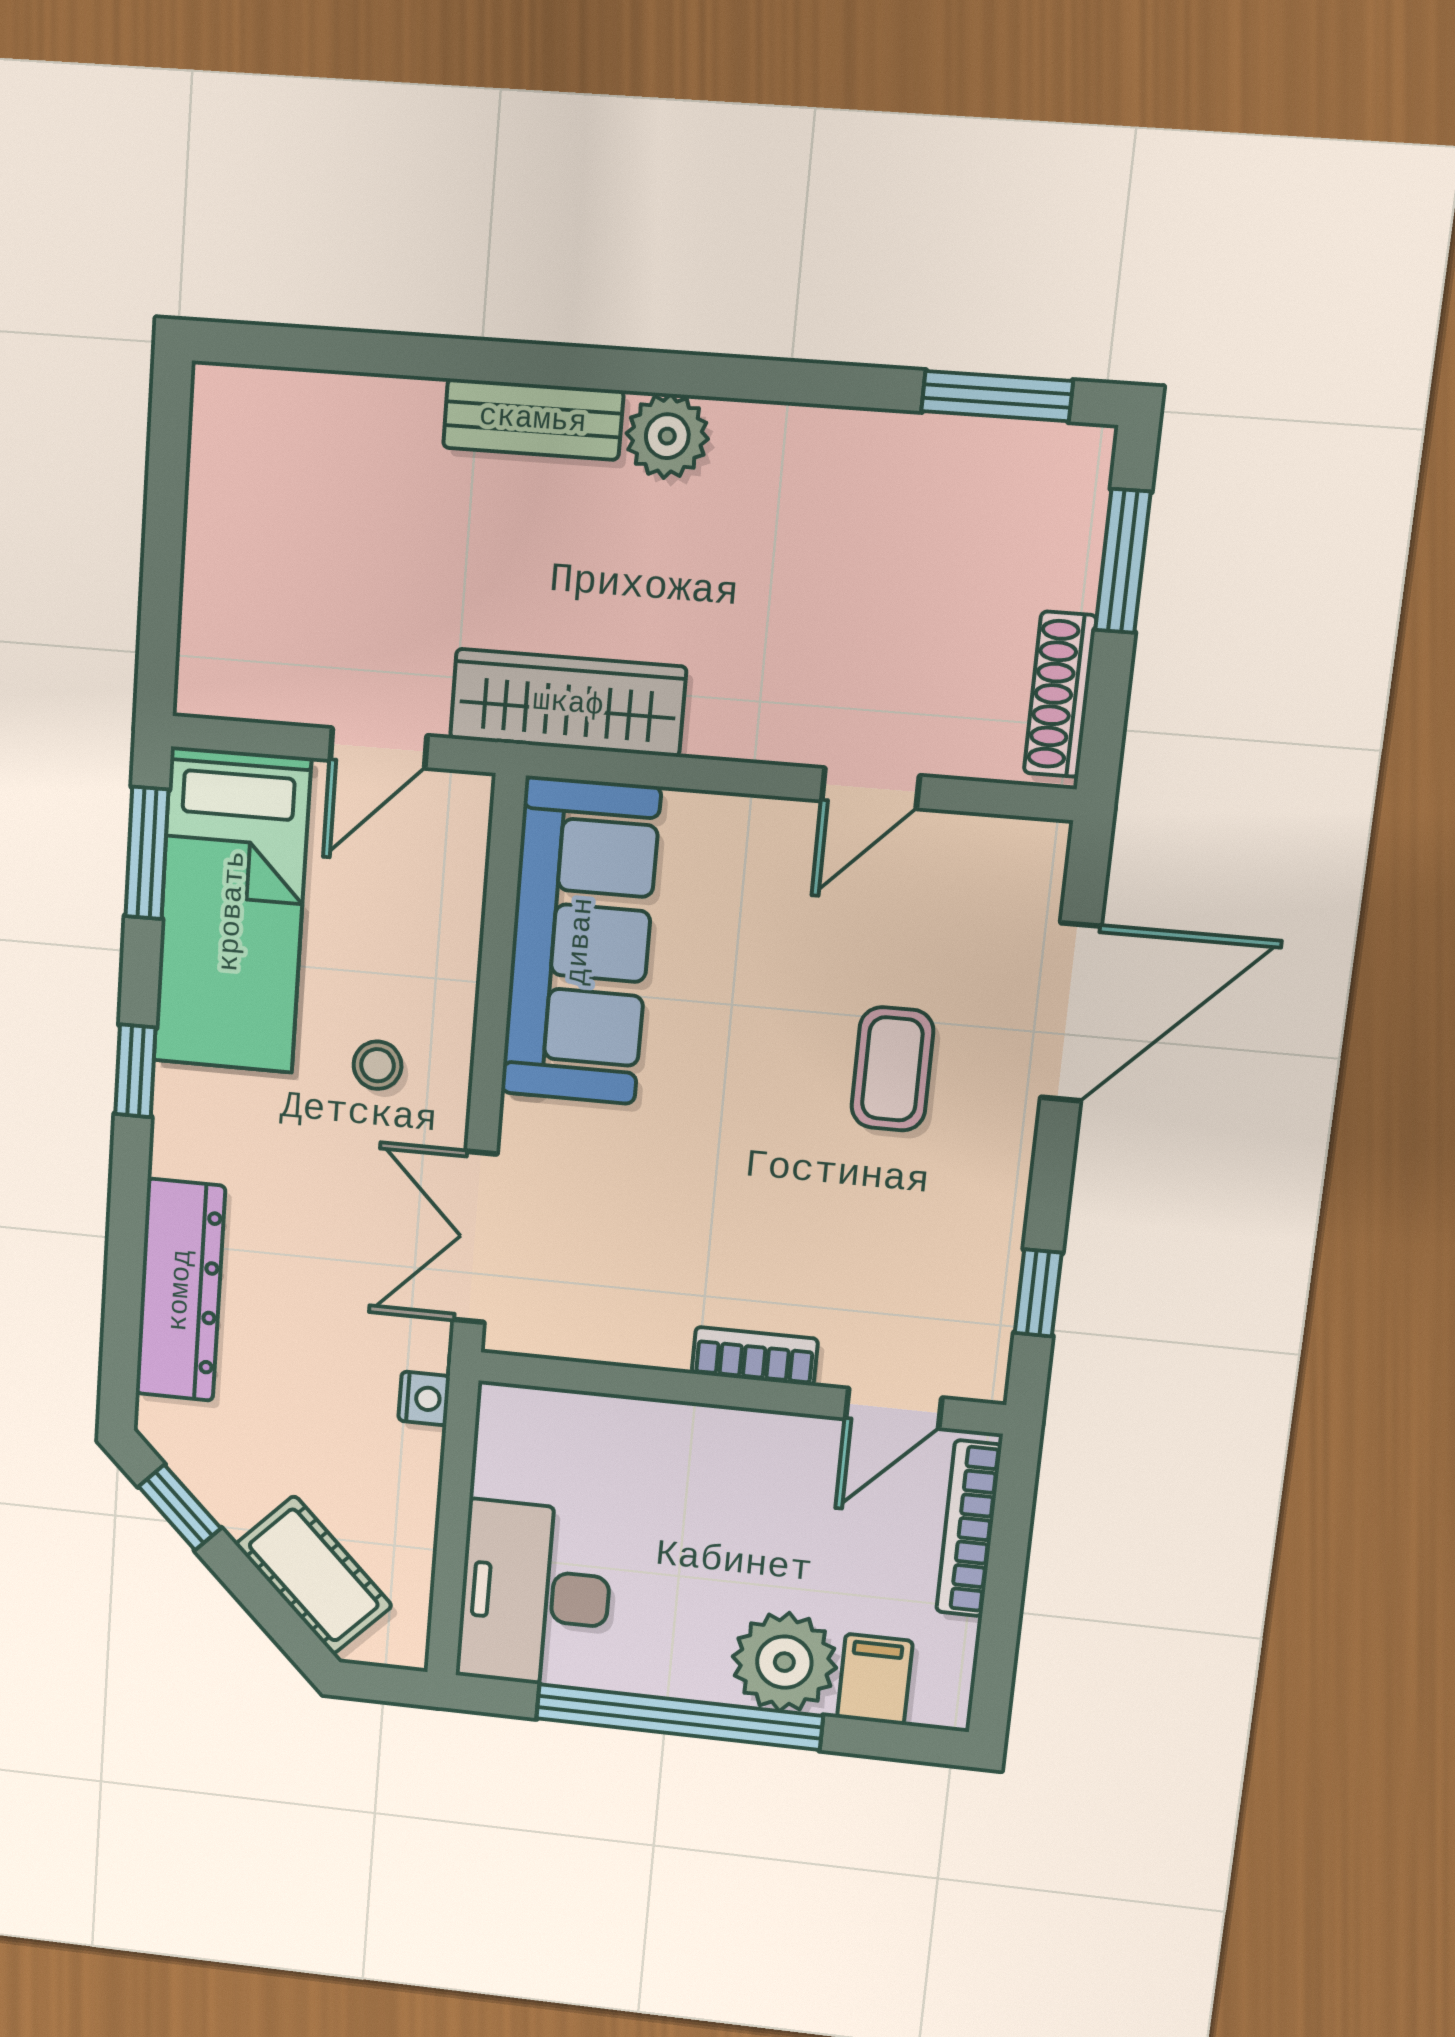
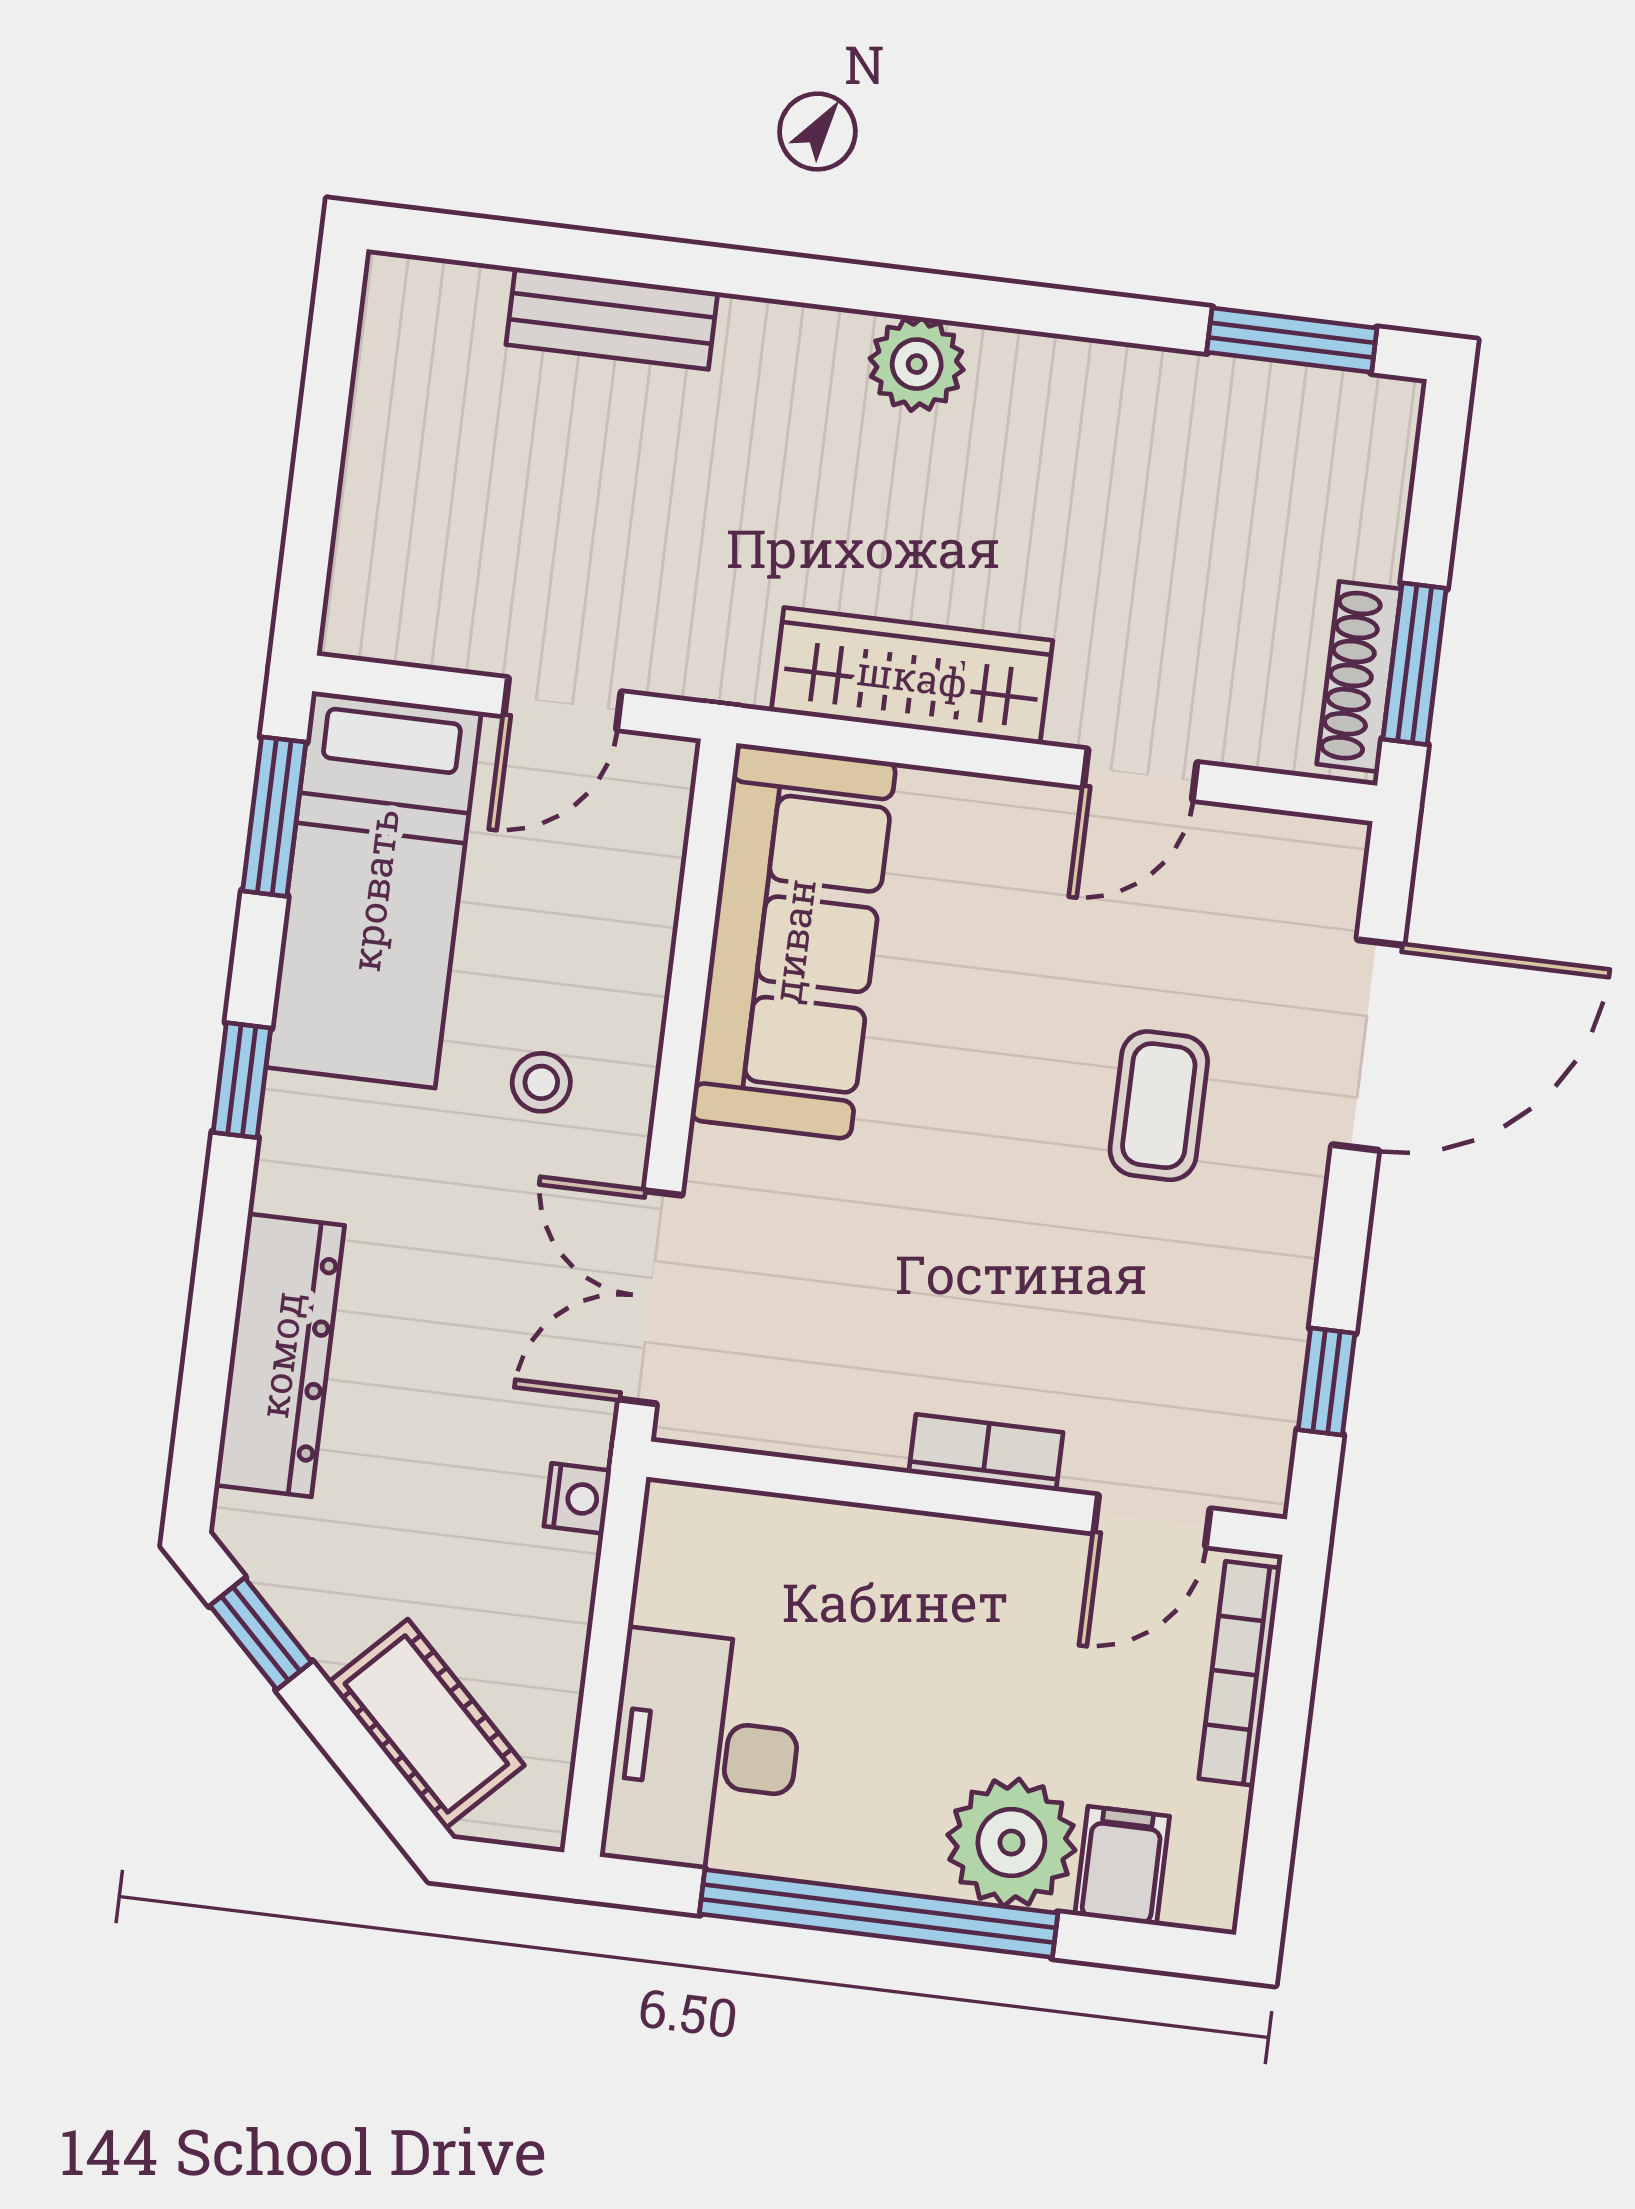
bench: (533, 419) -> (612, 318), moved
window: (1123, 561) -> (1415, 664), moved
wardrobe: (568, 703) -> (912, 676), moved

